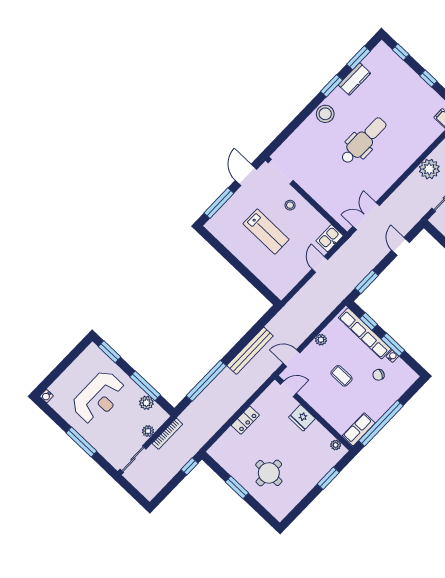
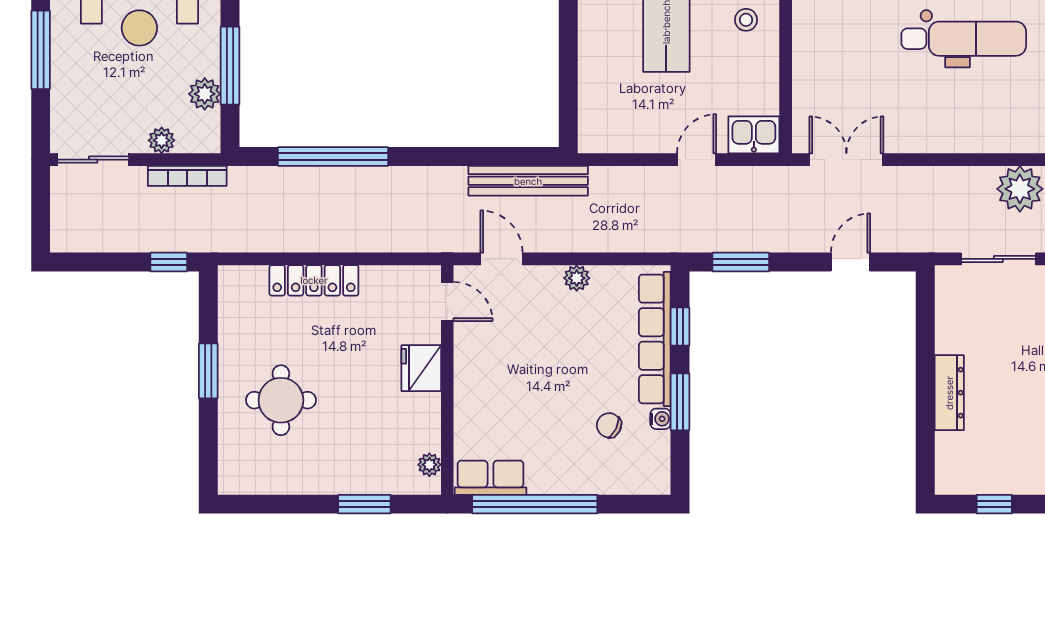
bench: (250, 351) -> (528, 181), moved
coffee table: (341, 376) -> (550, 367), removed
locker: (245, 420) -> (314, 280), width x1.53

